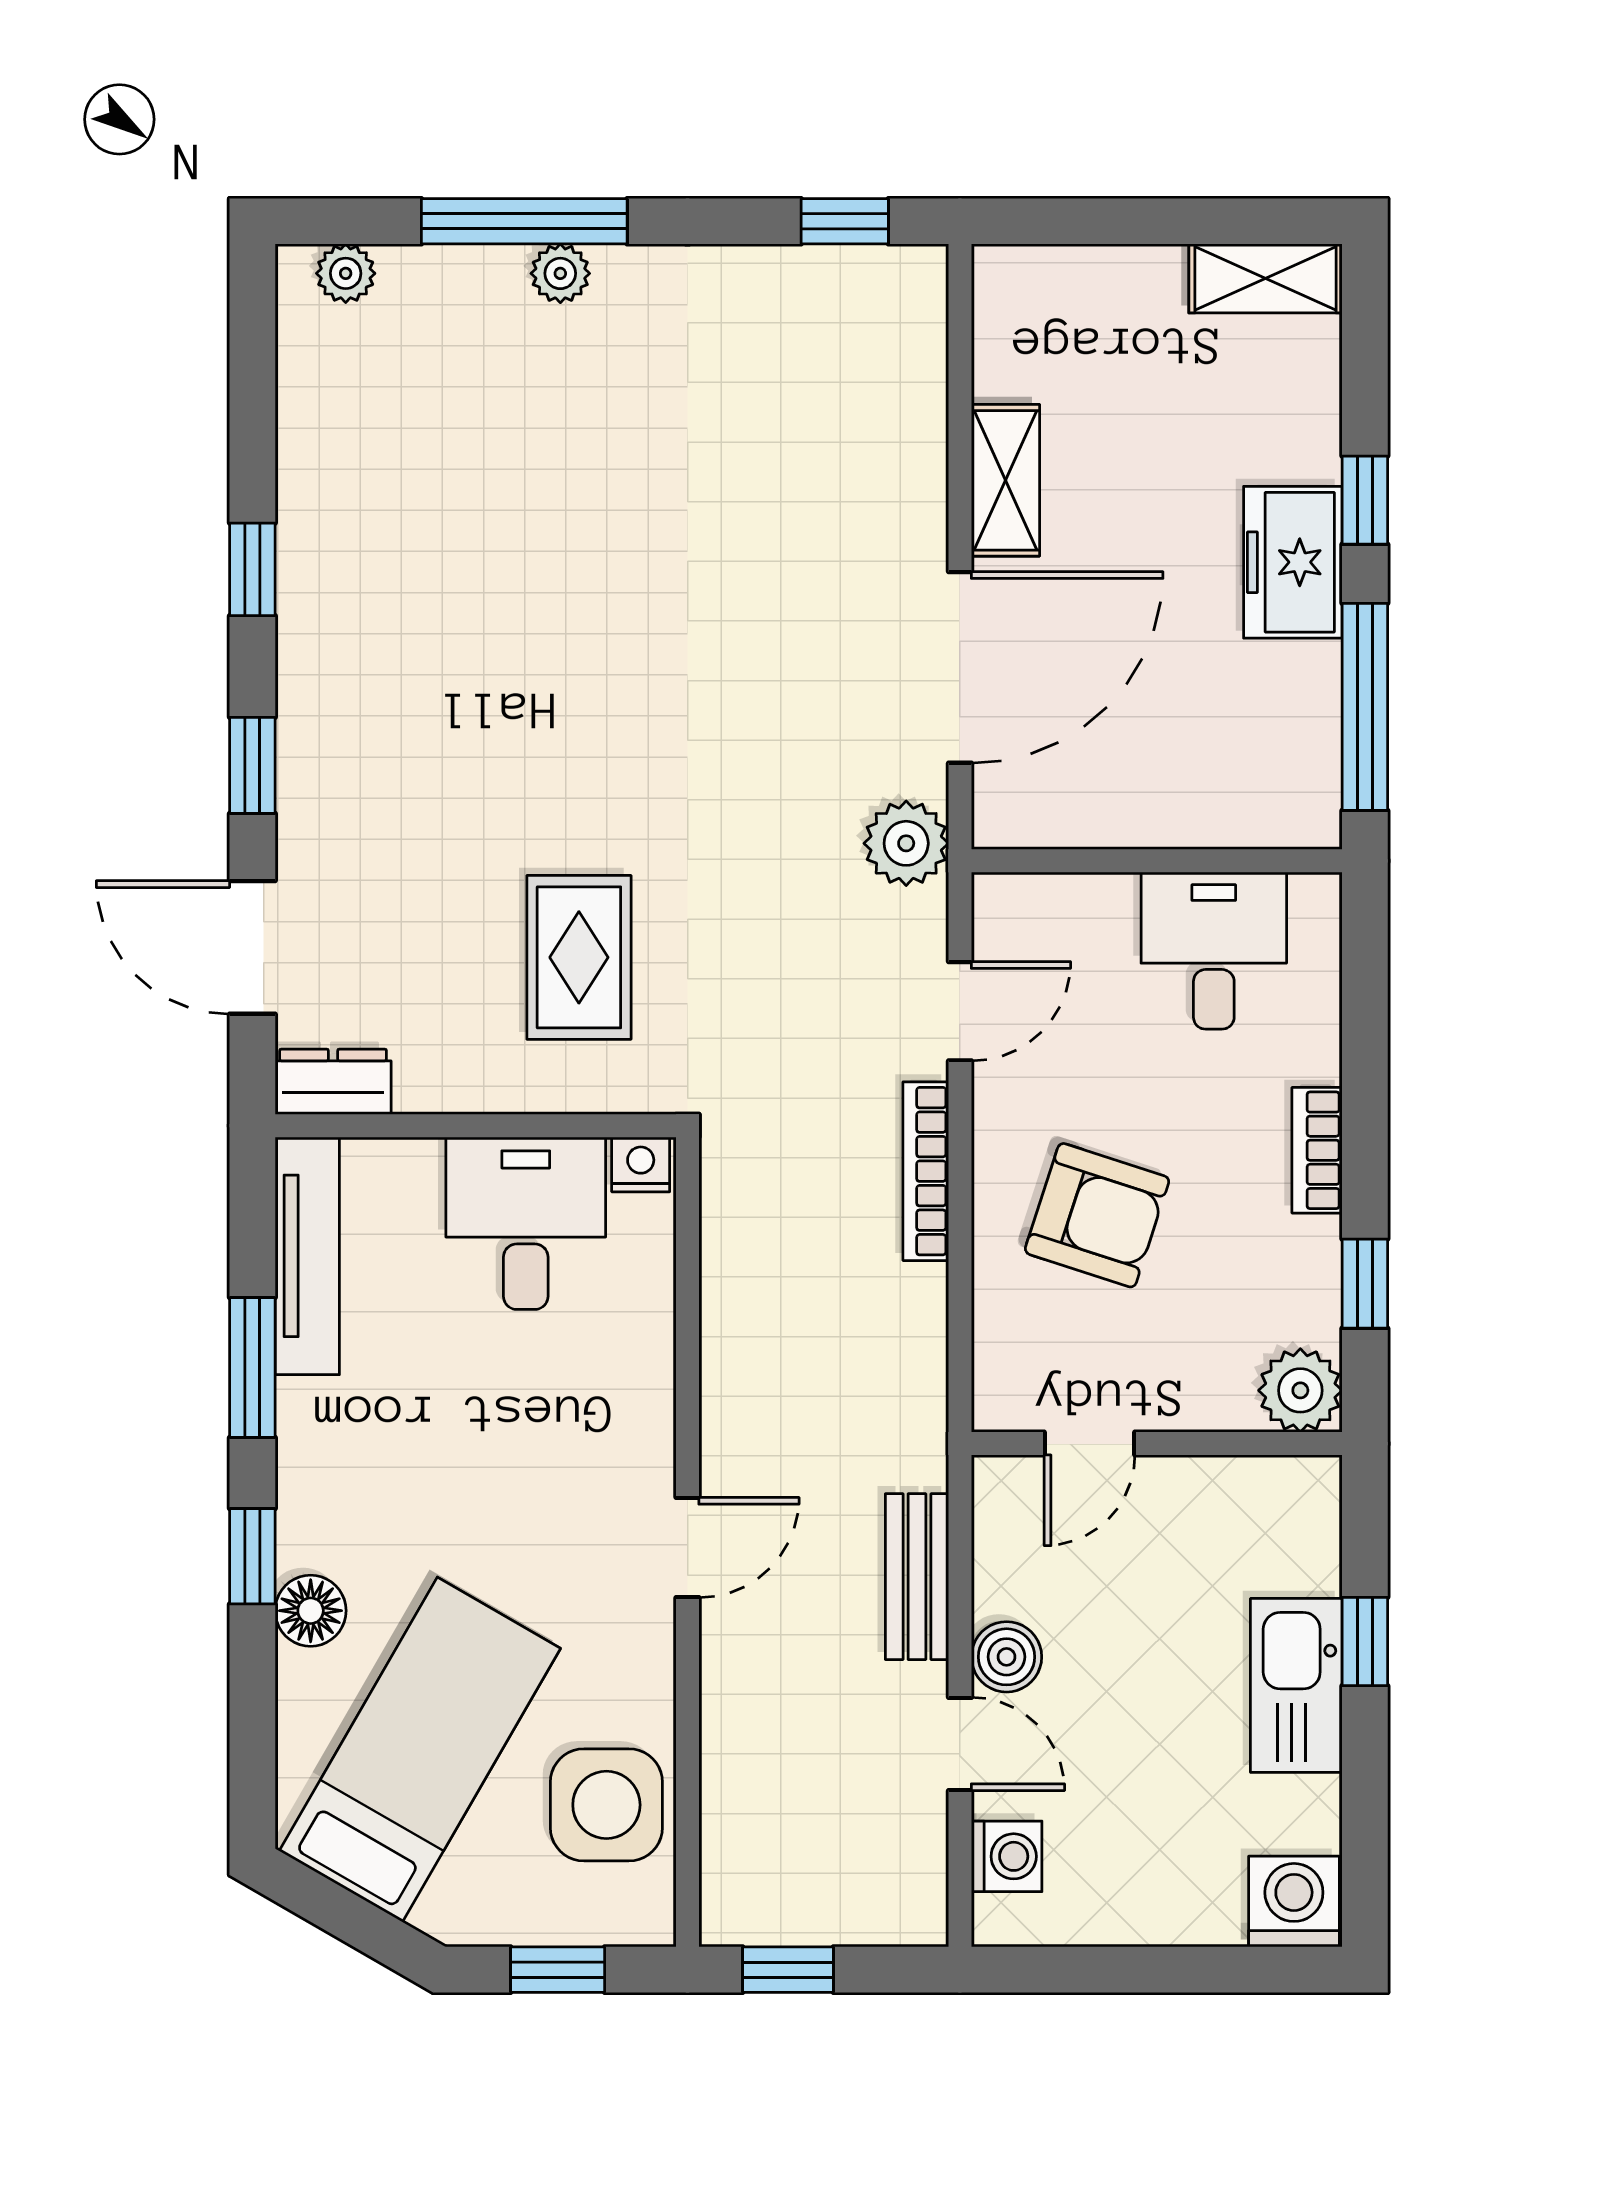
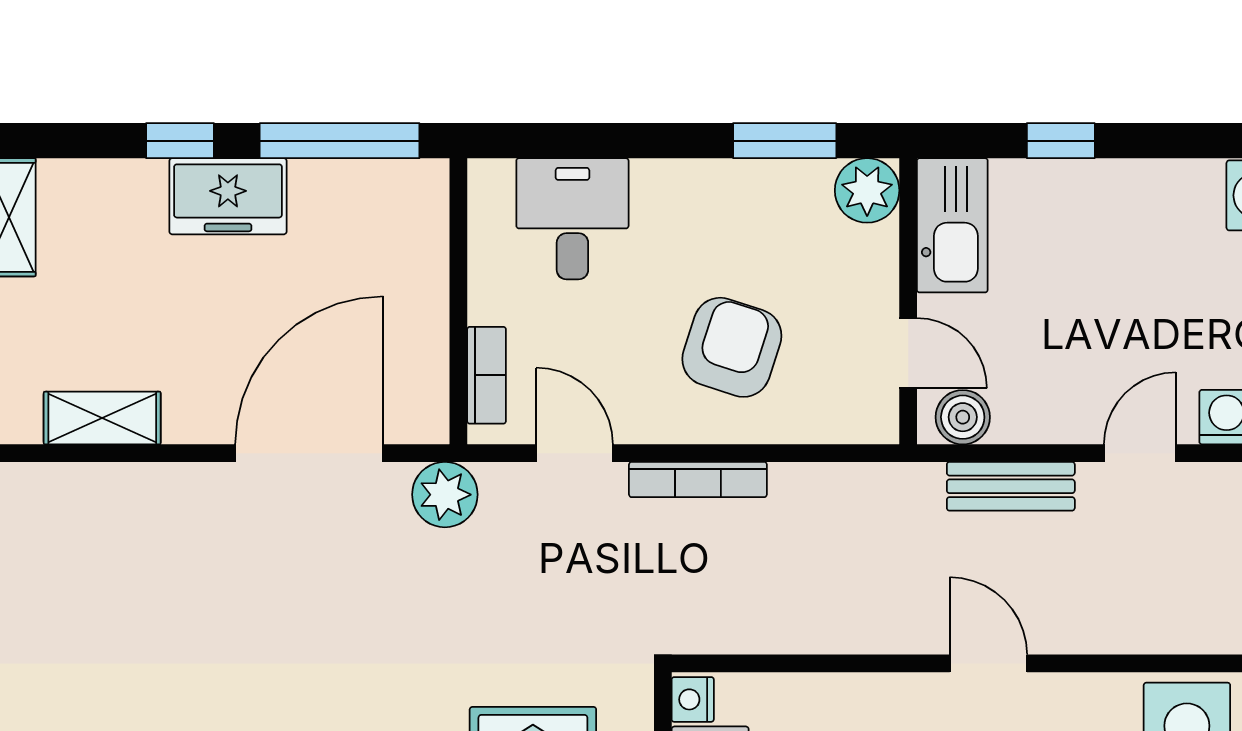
shelving: (1005, 480) -> (102, 418), moved
door: (960, 667) -> (309, 453), hinge flipped
desk: (1214, 951) -> (572, 219), moved, turned 90
bookcase: (1317, 1150) -> (487, 375), moved, turned -90
window: (1365, 1284) -> (785, 141), width x1.50
boiler: (1007, 1657) -> (963, 417), moved
kitchen sink: (1296, 1685) -> (952, 225), moved, turned -90

